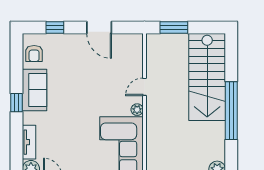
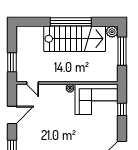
stairs: (207, 77) -> (75, 39), moved
door: (144, 87) -> (32, 83), moved

